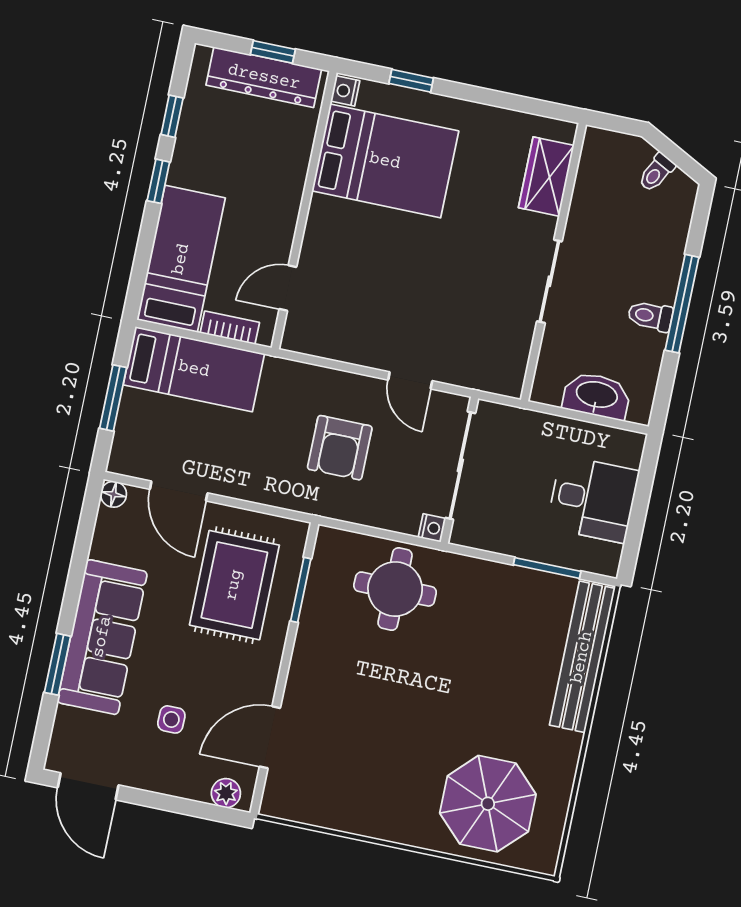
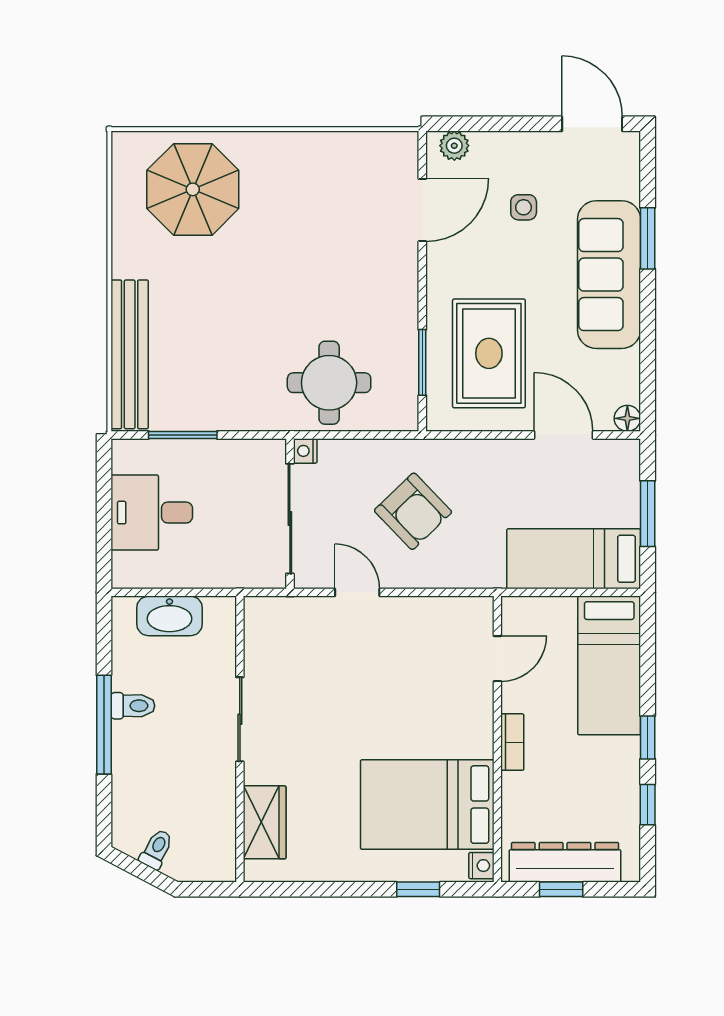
bookcase: (230, 328) -> (512, 742), moved, turned -90
armchair: (340, 448) -> (413, 511), turned 136

